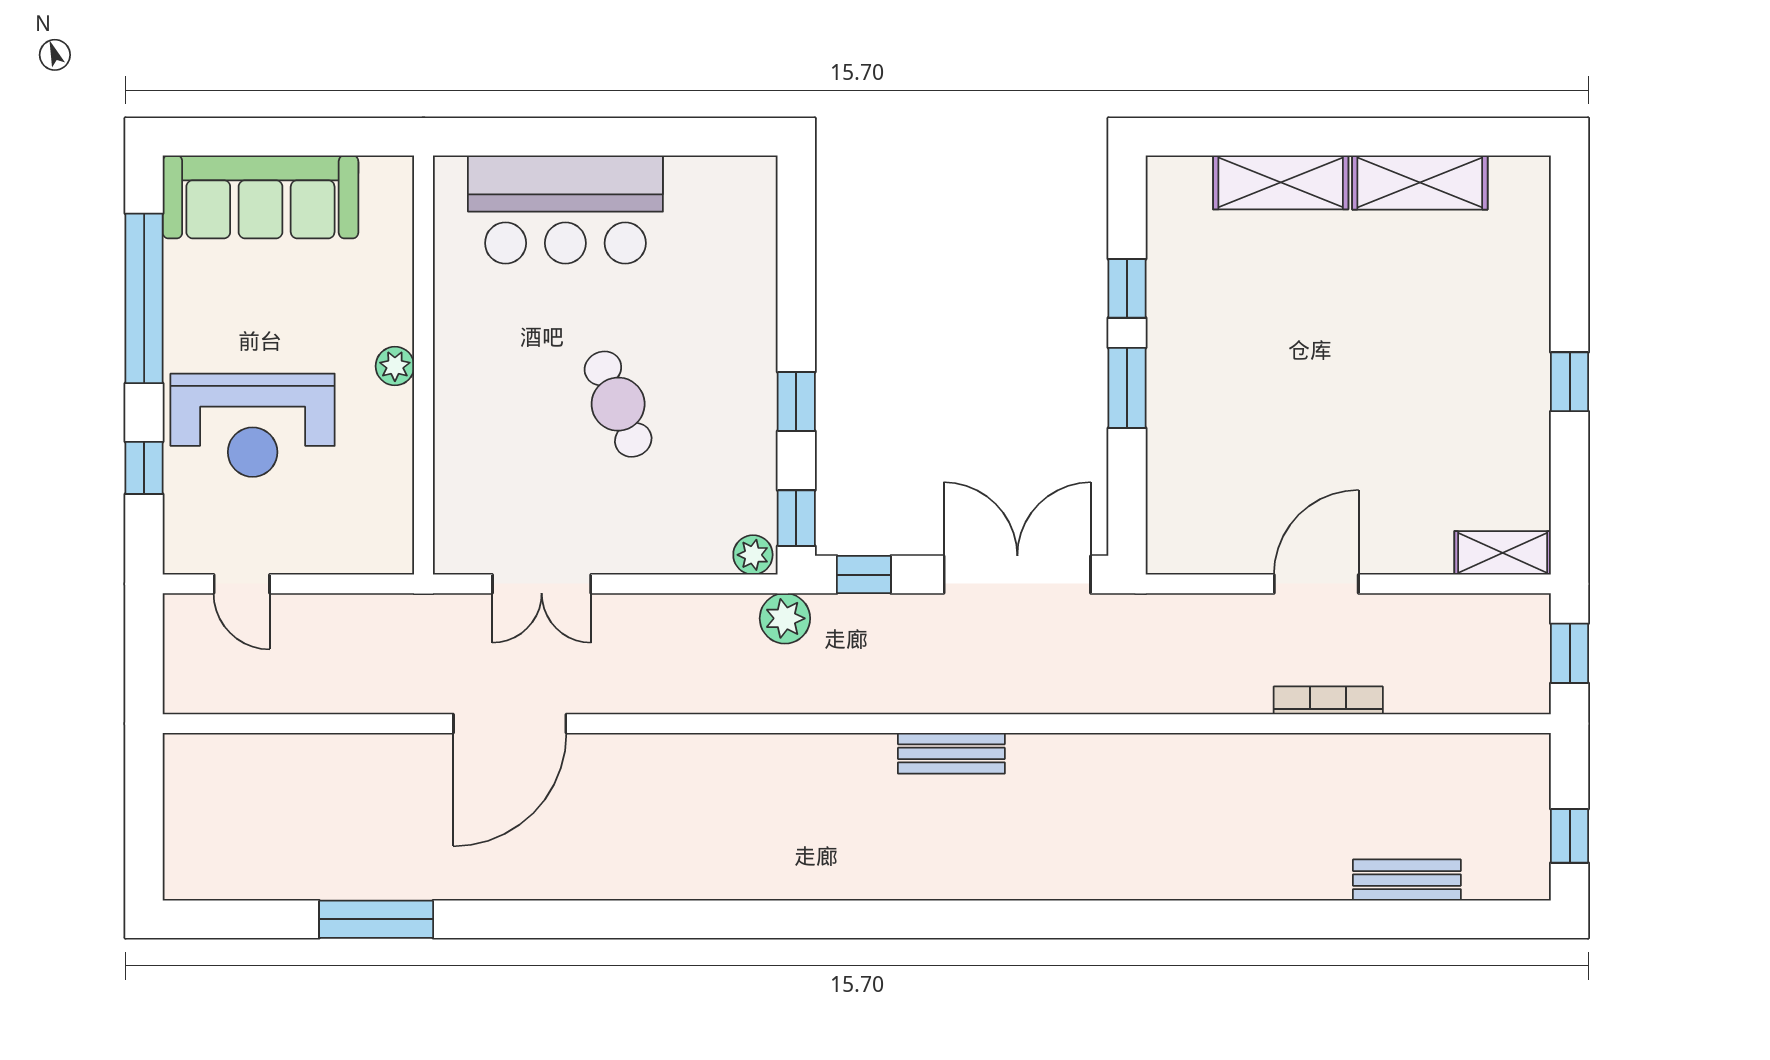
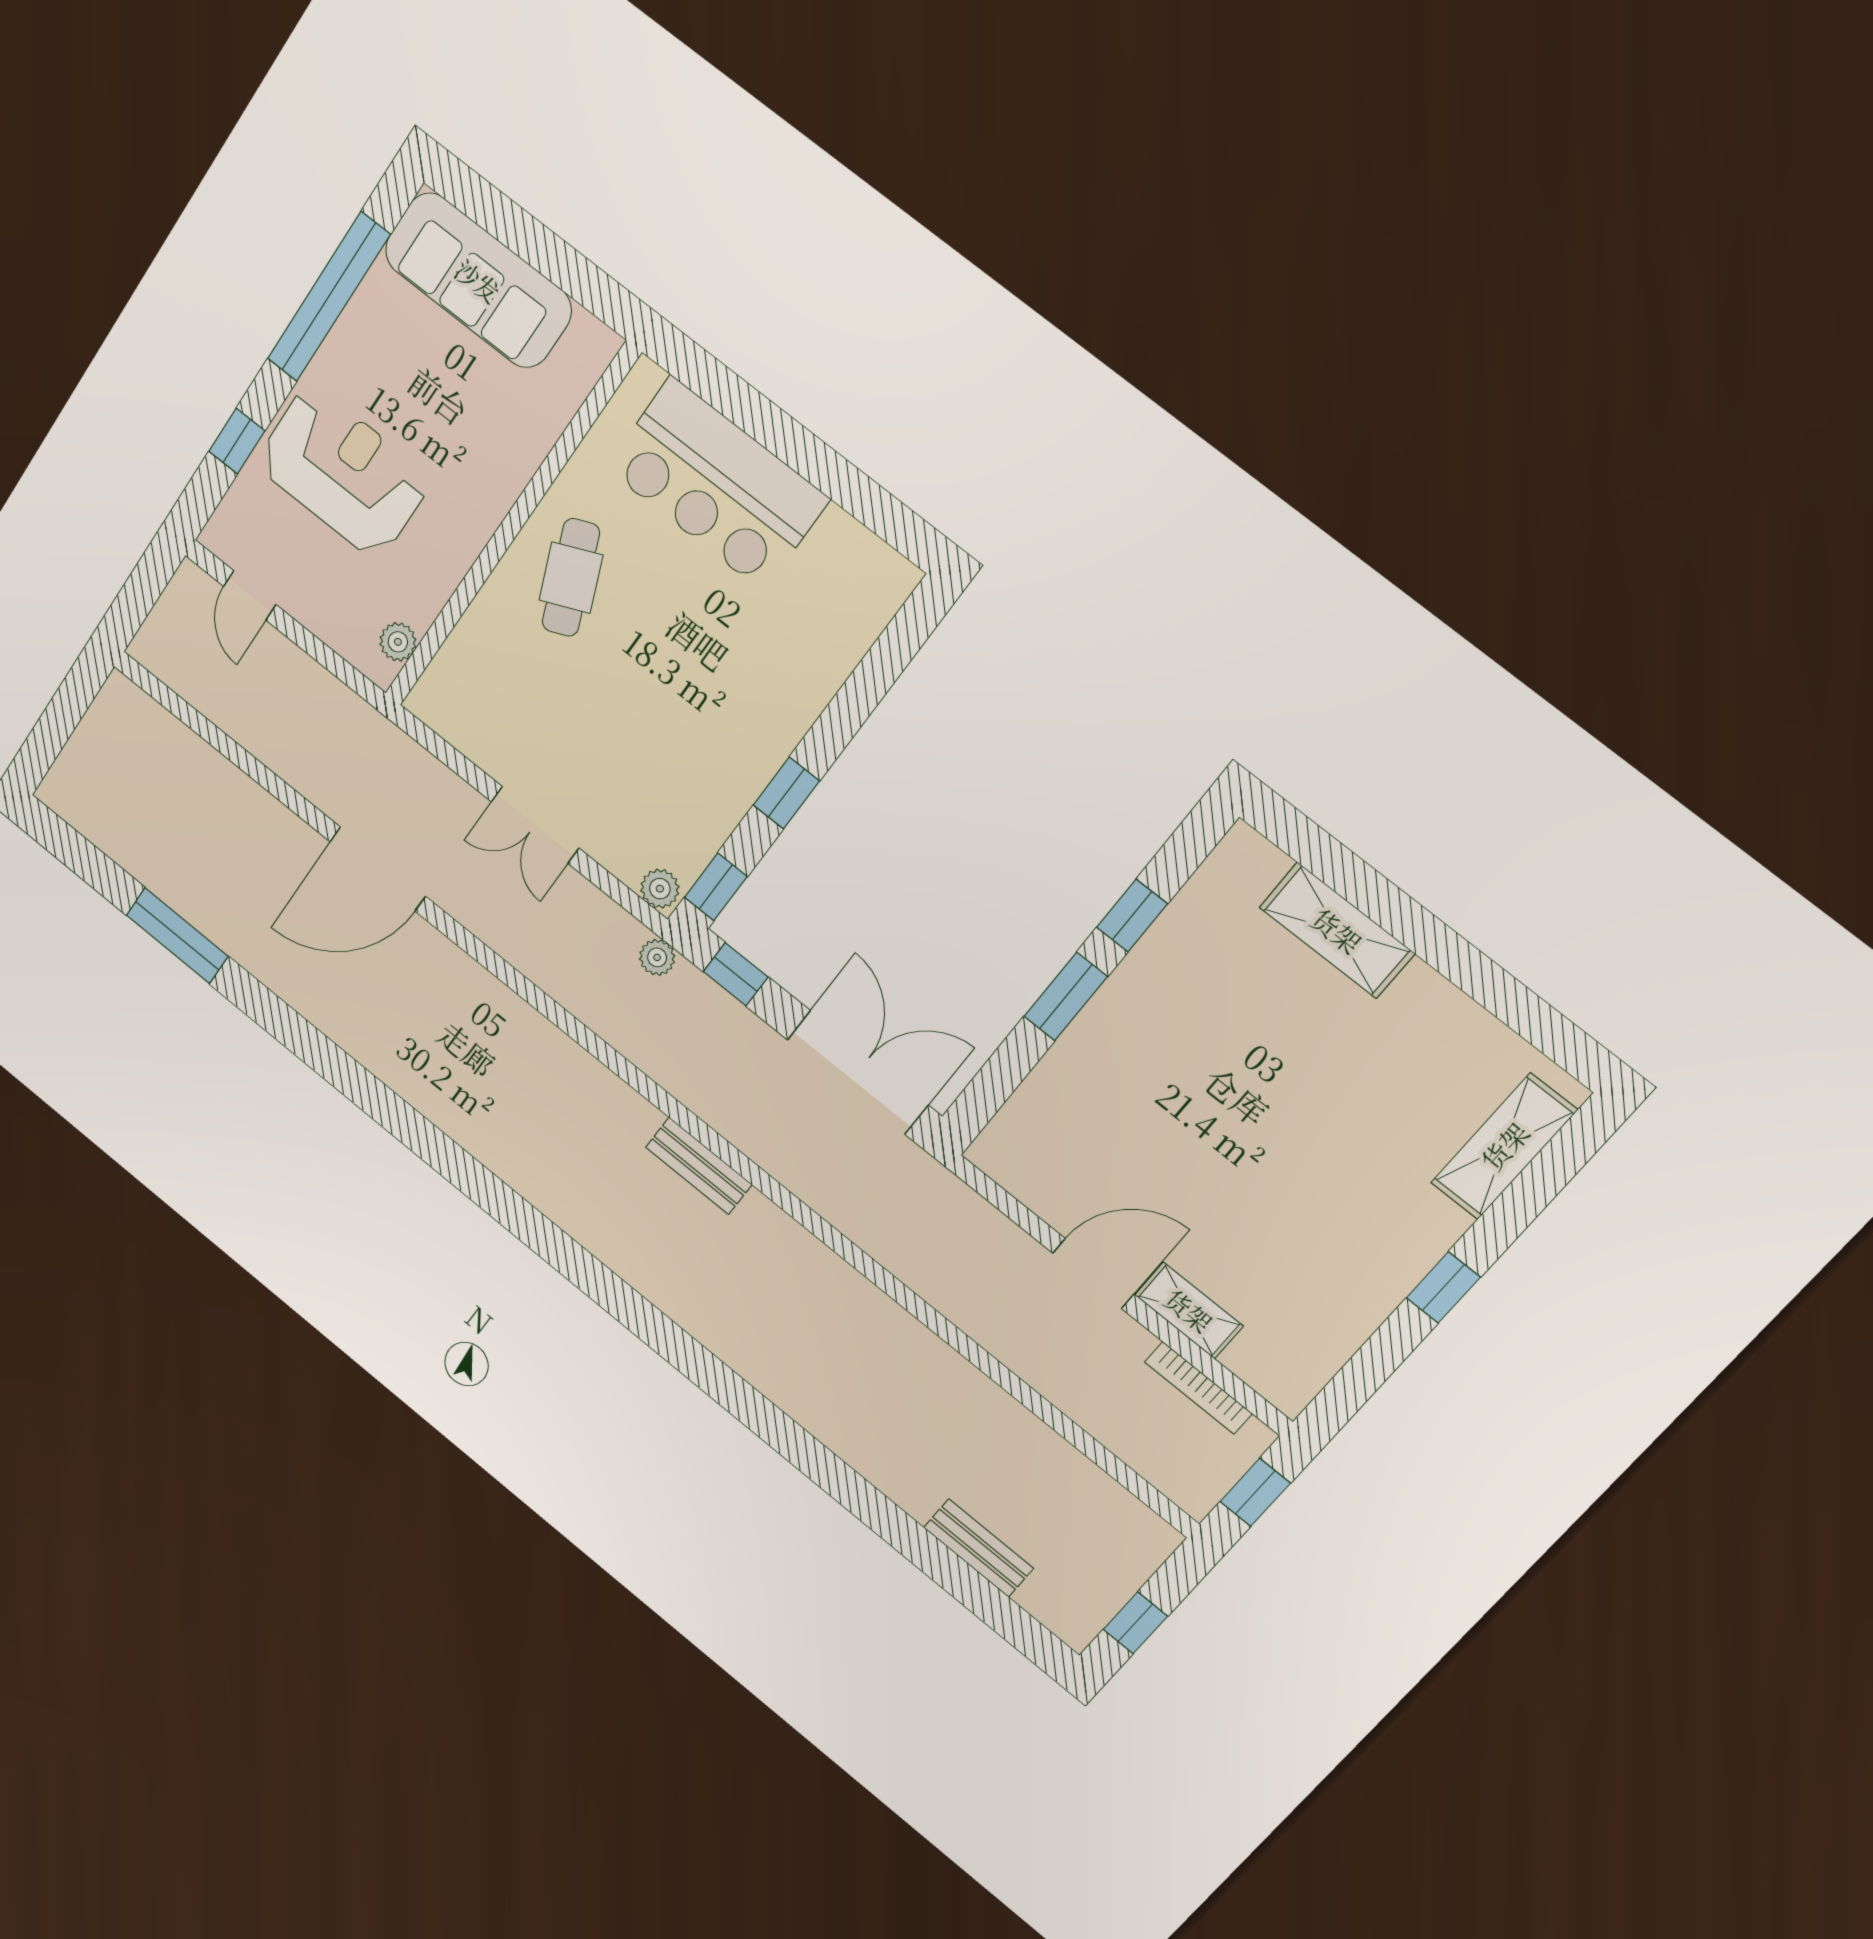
shelving: (1420, 182) -> (1504, 1146), moved, turned 90
plant: (395, 366) -> (398, 642), moved
cafe table: (618, 404) -> (571, 578), moved
reception desk: (253, 425) -> (343, 472), turned 180
shelving: (1503, 553) -> (1189, 1310), moved
double door: (542, 584) -> (535, 825), moved
plant: (785, 618) -> (657, 957), width x0.73, depth x0.73
bookcase: (1328, 700) -> (1198, 1388), moved, turned 180

